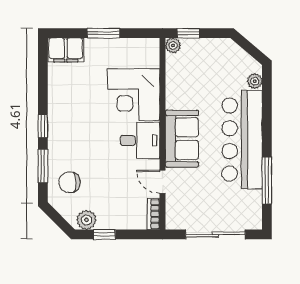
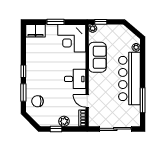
corner desk: (134, 95) -> (72, 38), moved
sofa: (182, 139) -> (97, 57), moved
plant: (86, 220) -> (64, 121), moved

